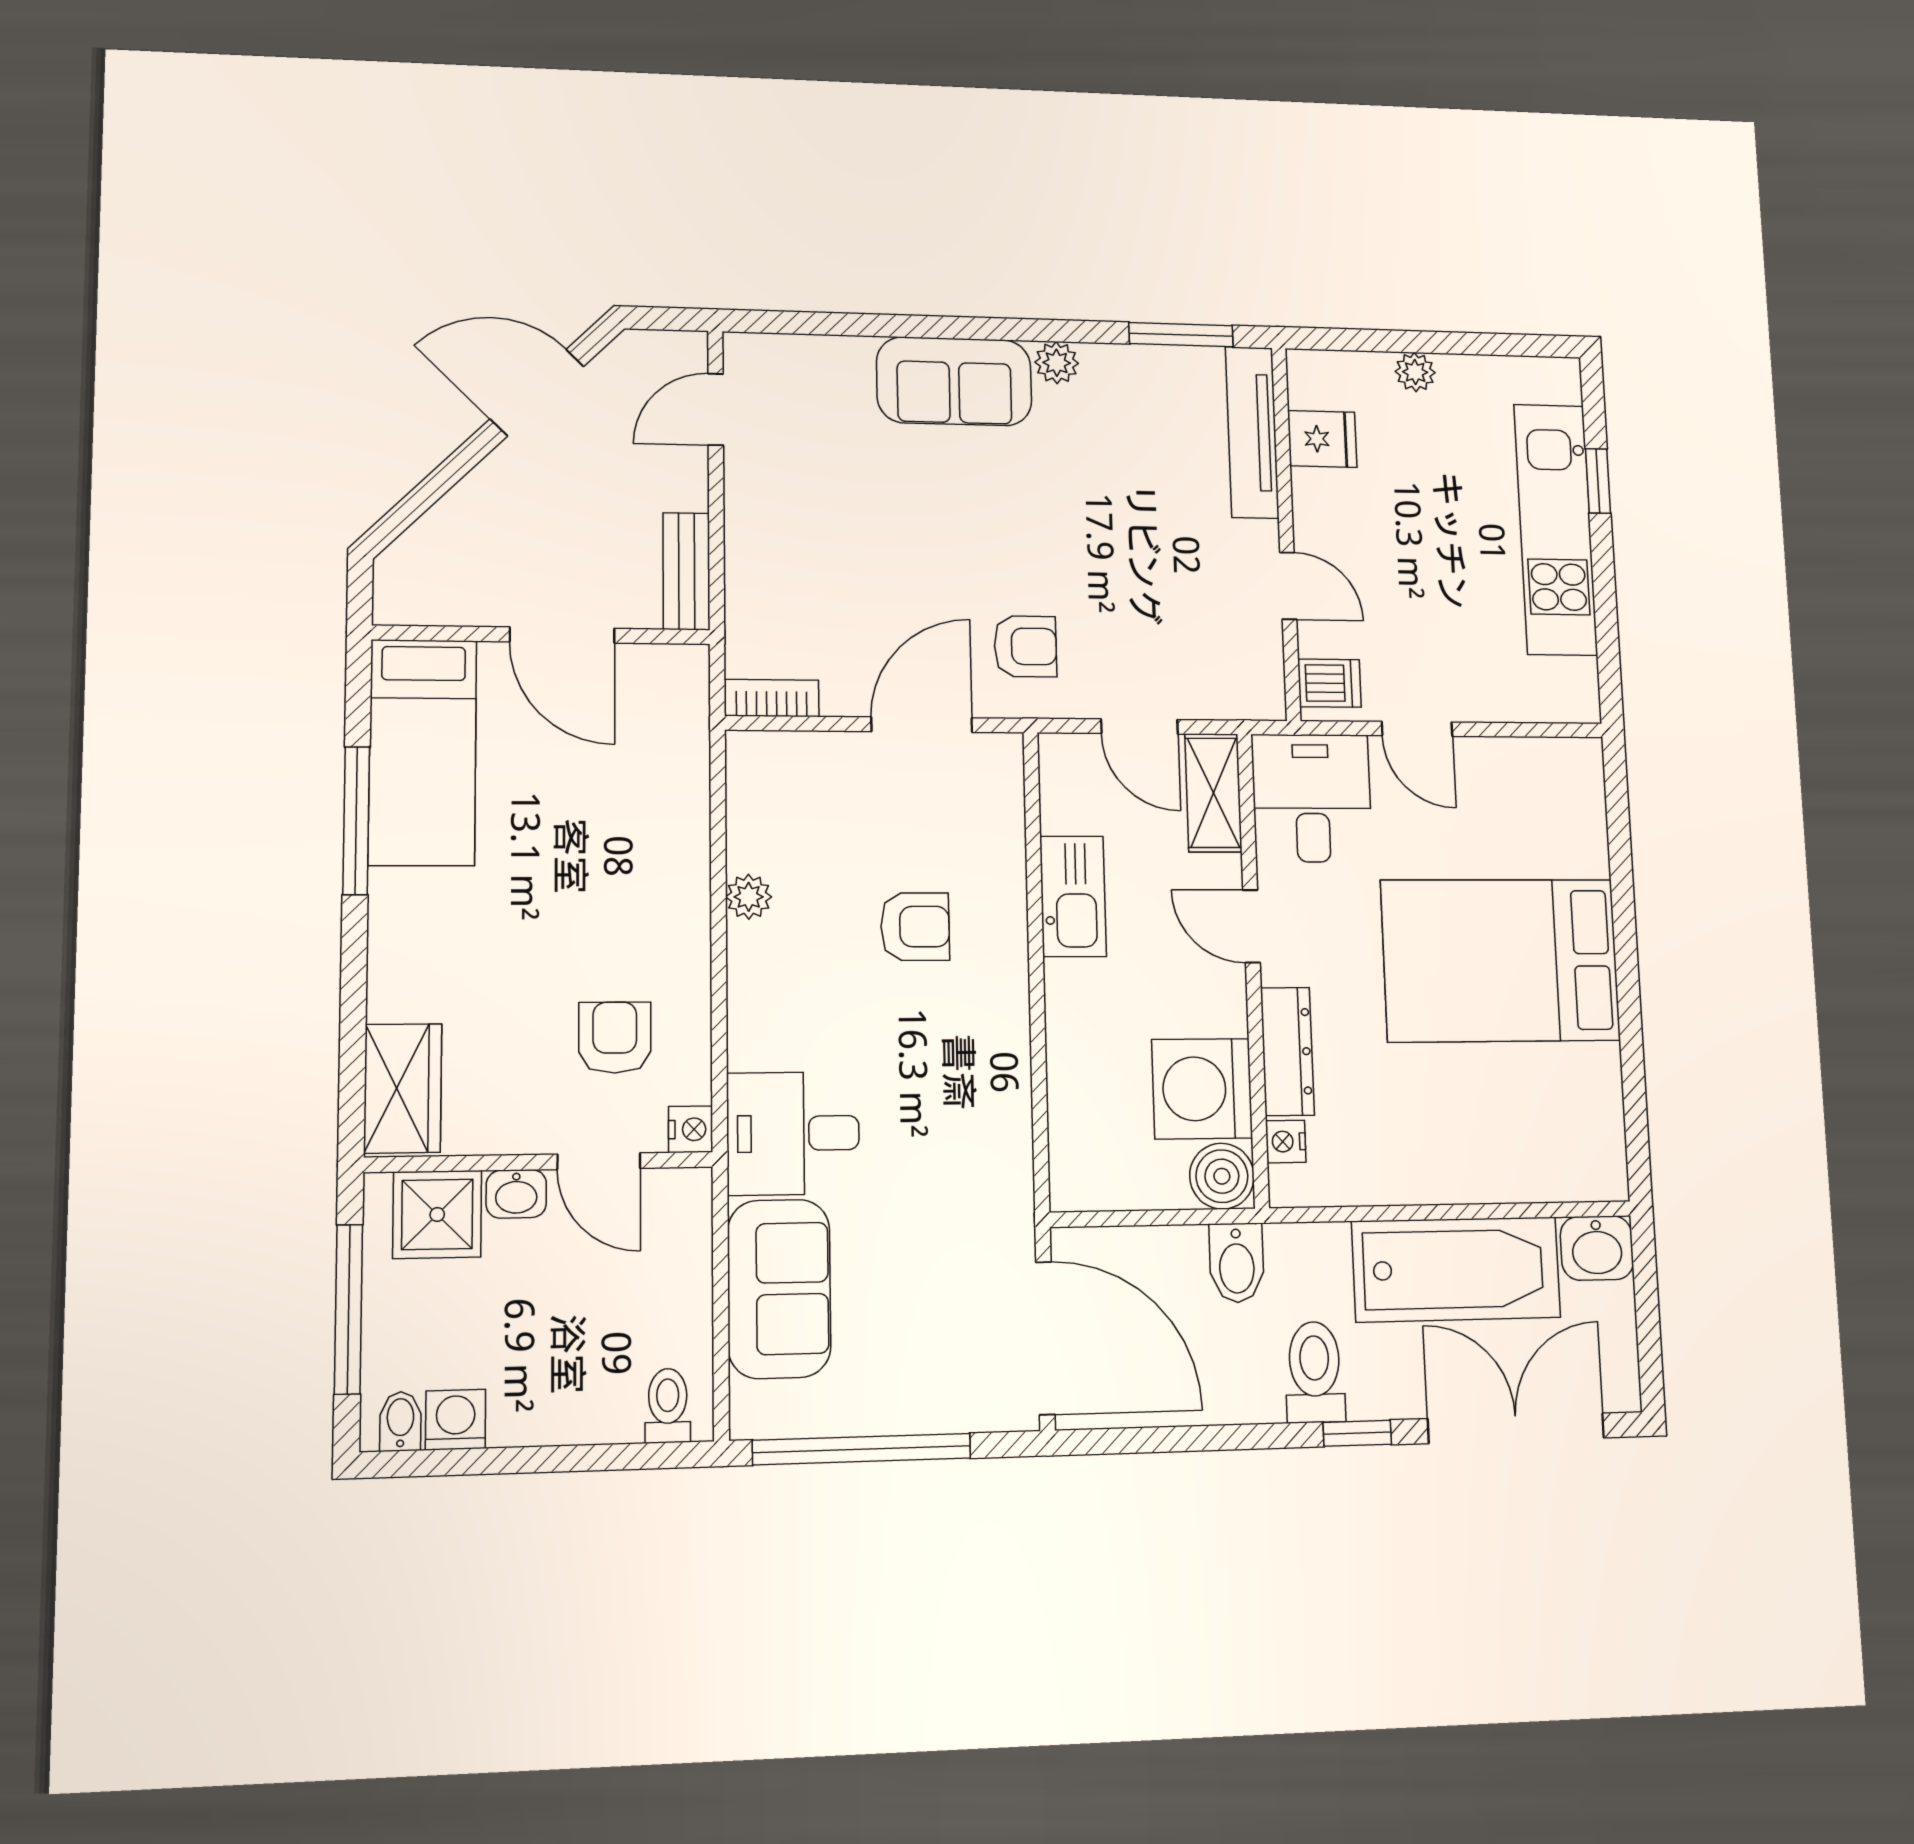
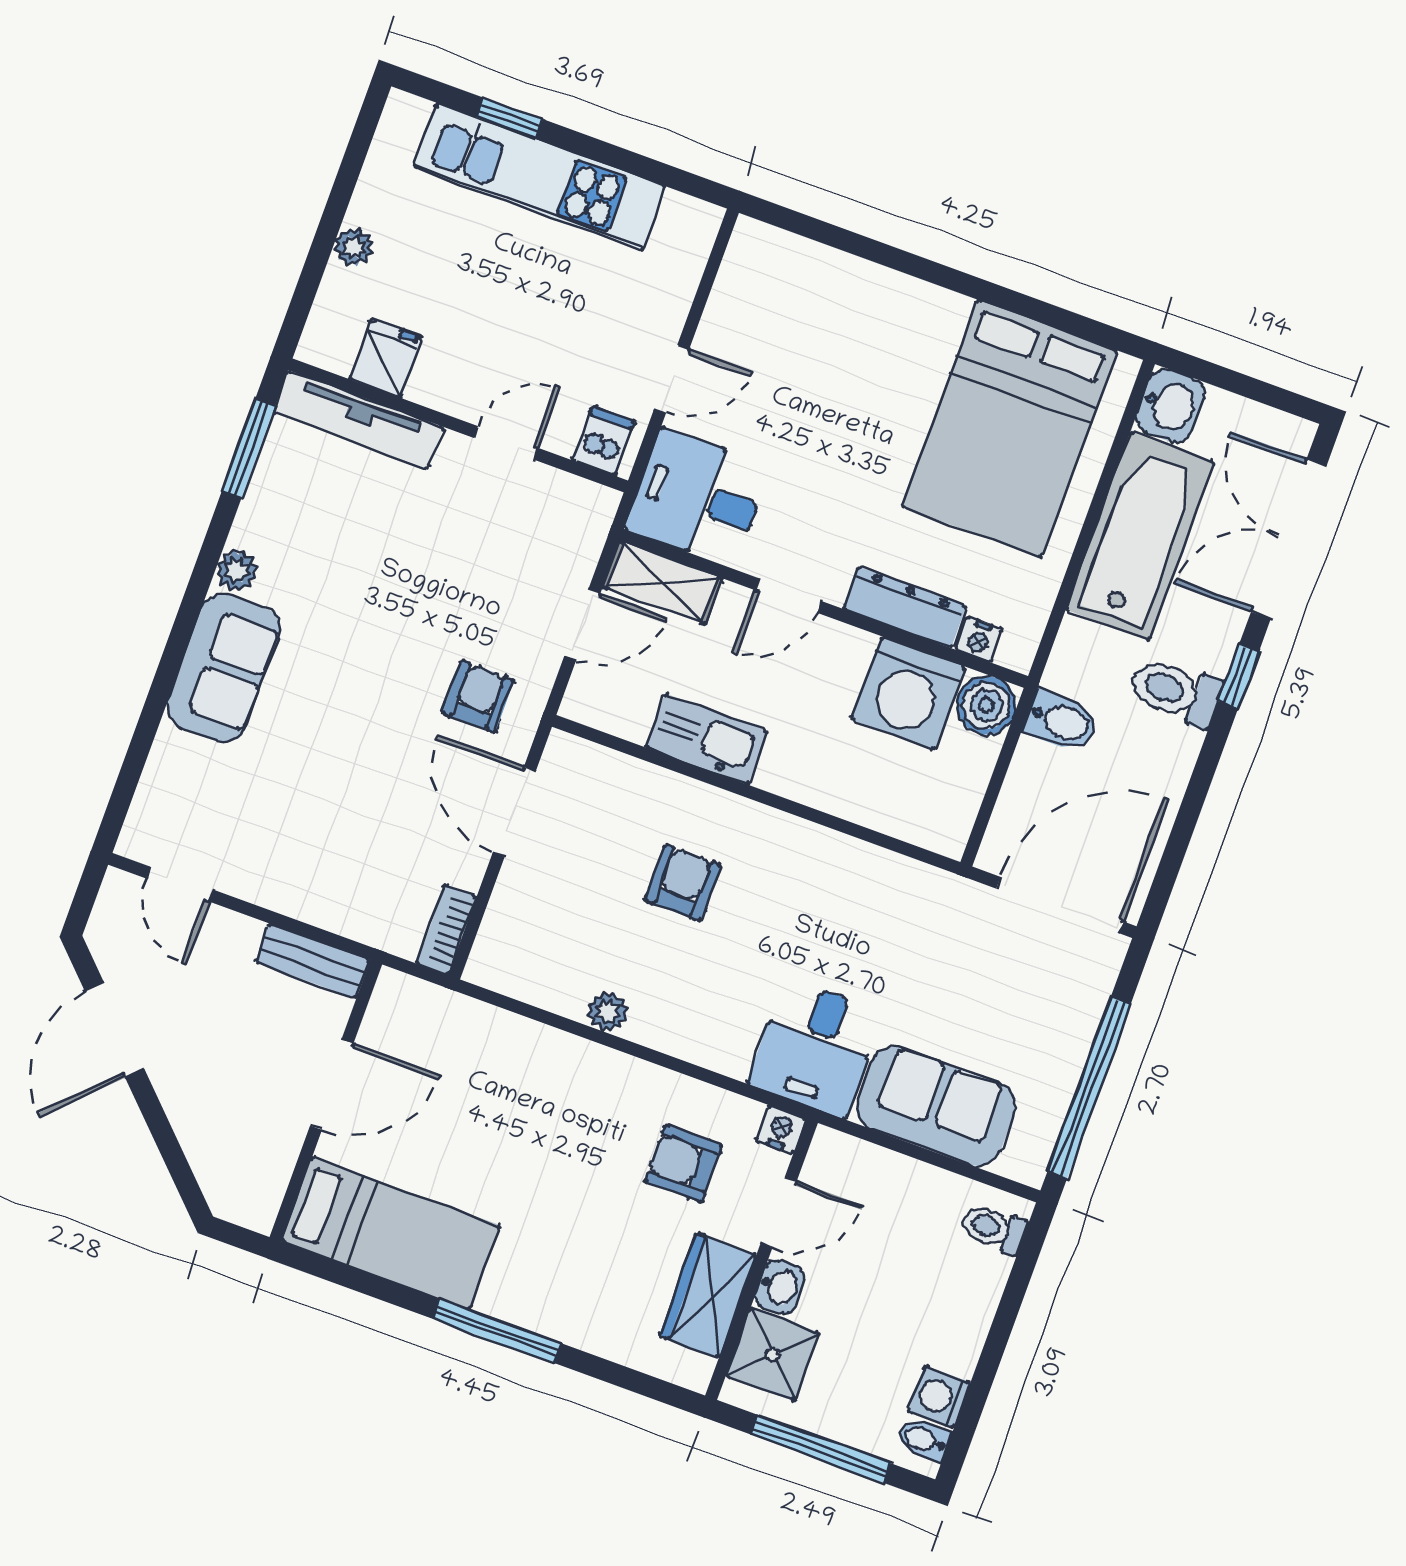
window: (356, 821) -> (497, 1331), moved
bed: (1501, 960) -> (1010, 429), moved
wardrobe: (403, 1088) -> (708, 1295), moved, turned -90

